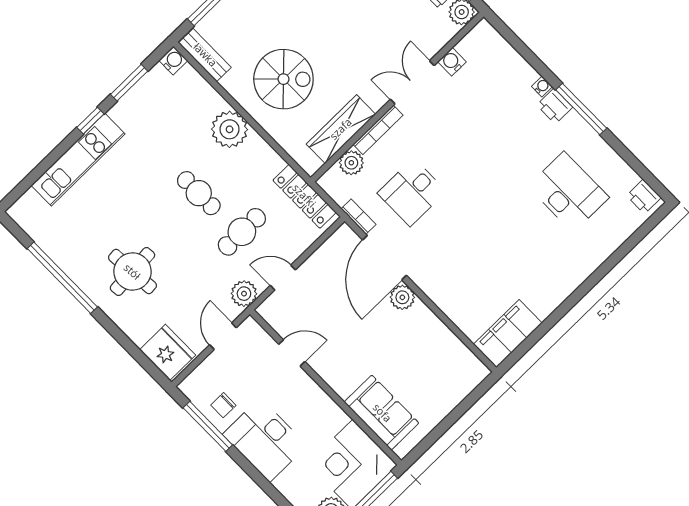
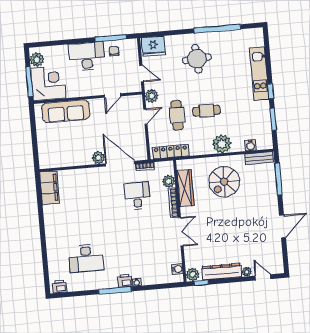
water cooler: (173, 61) -> (251, 145), moved
water cooler: (452, 62) -> (177, 269), moved
sofa: (382, 413) -> (66, 111), width x1.36

